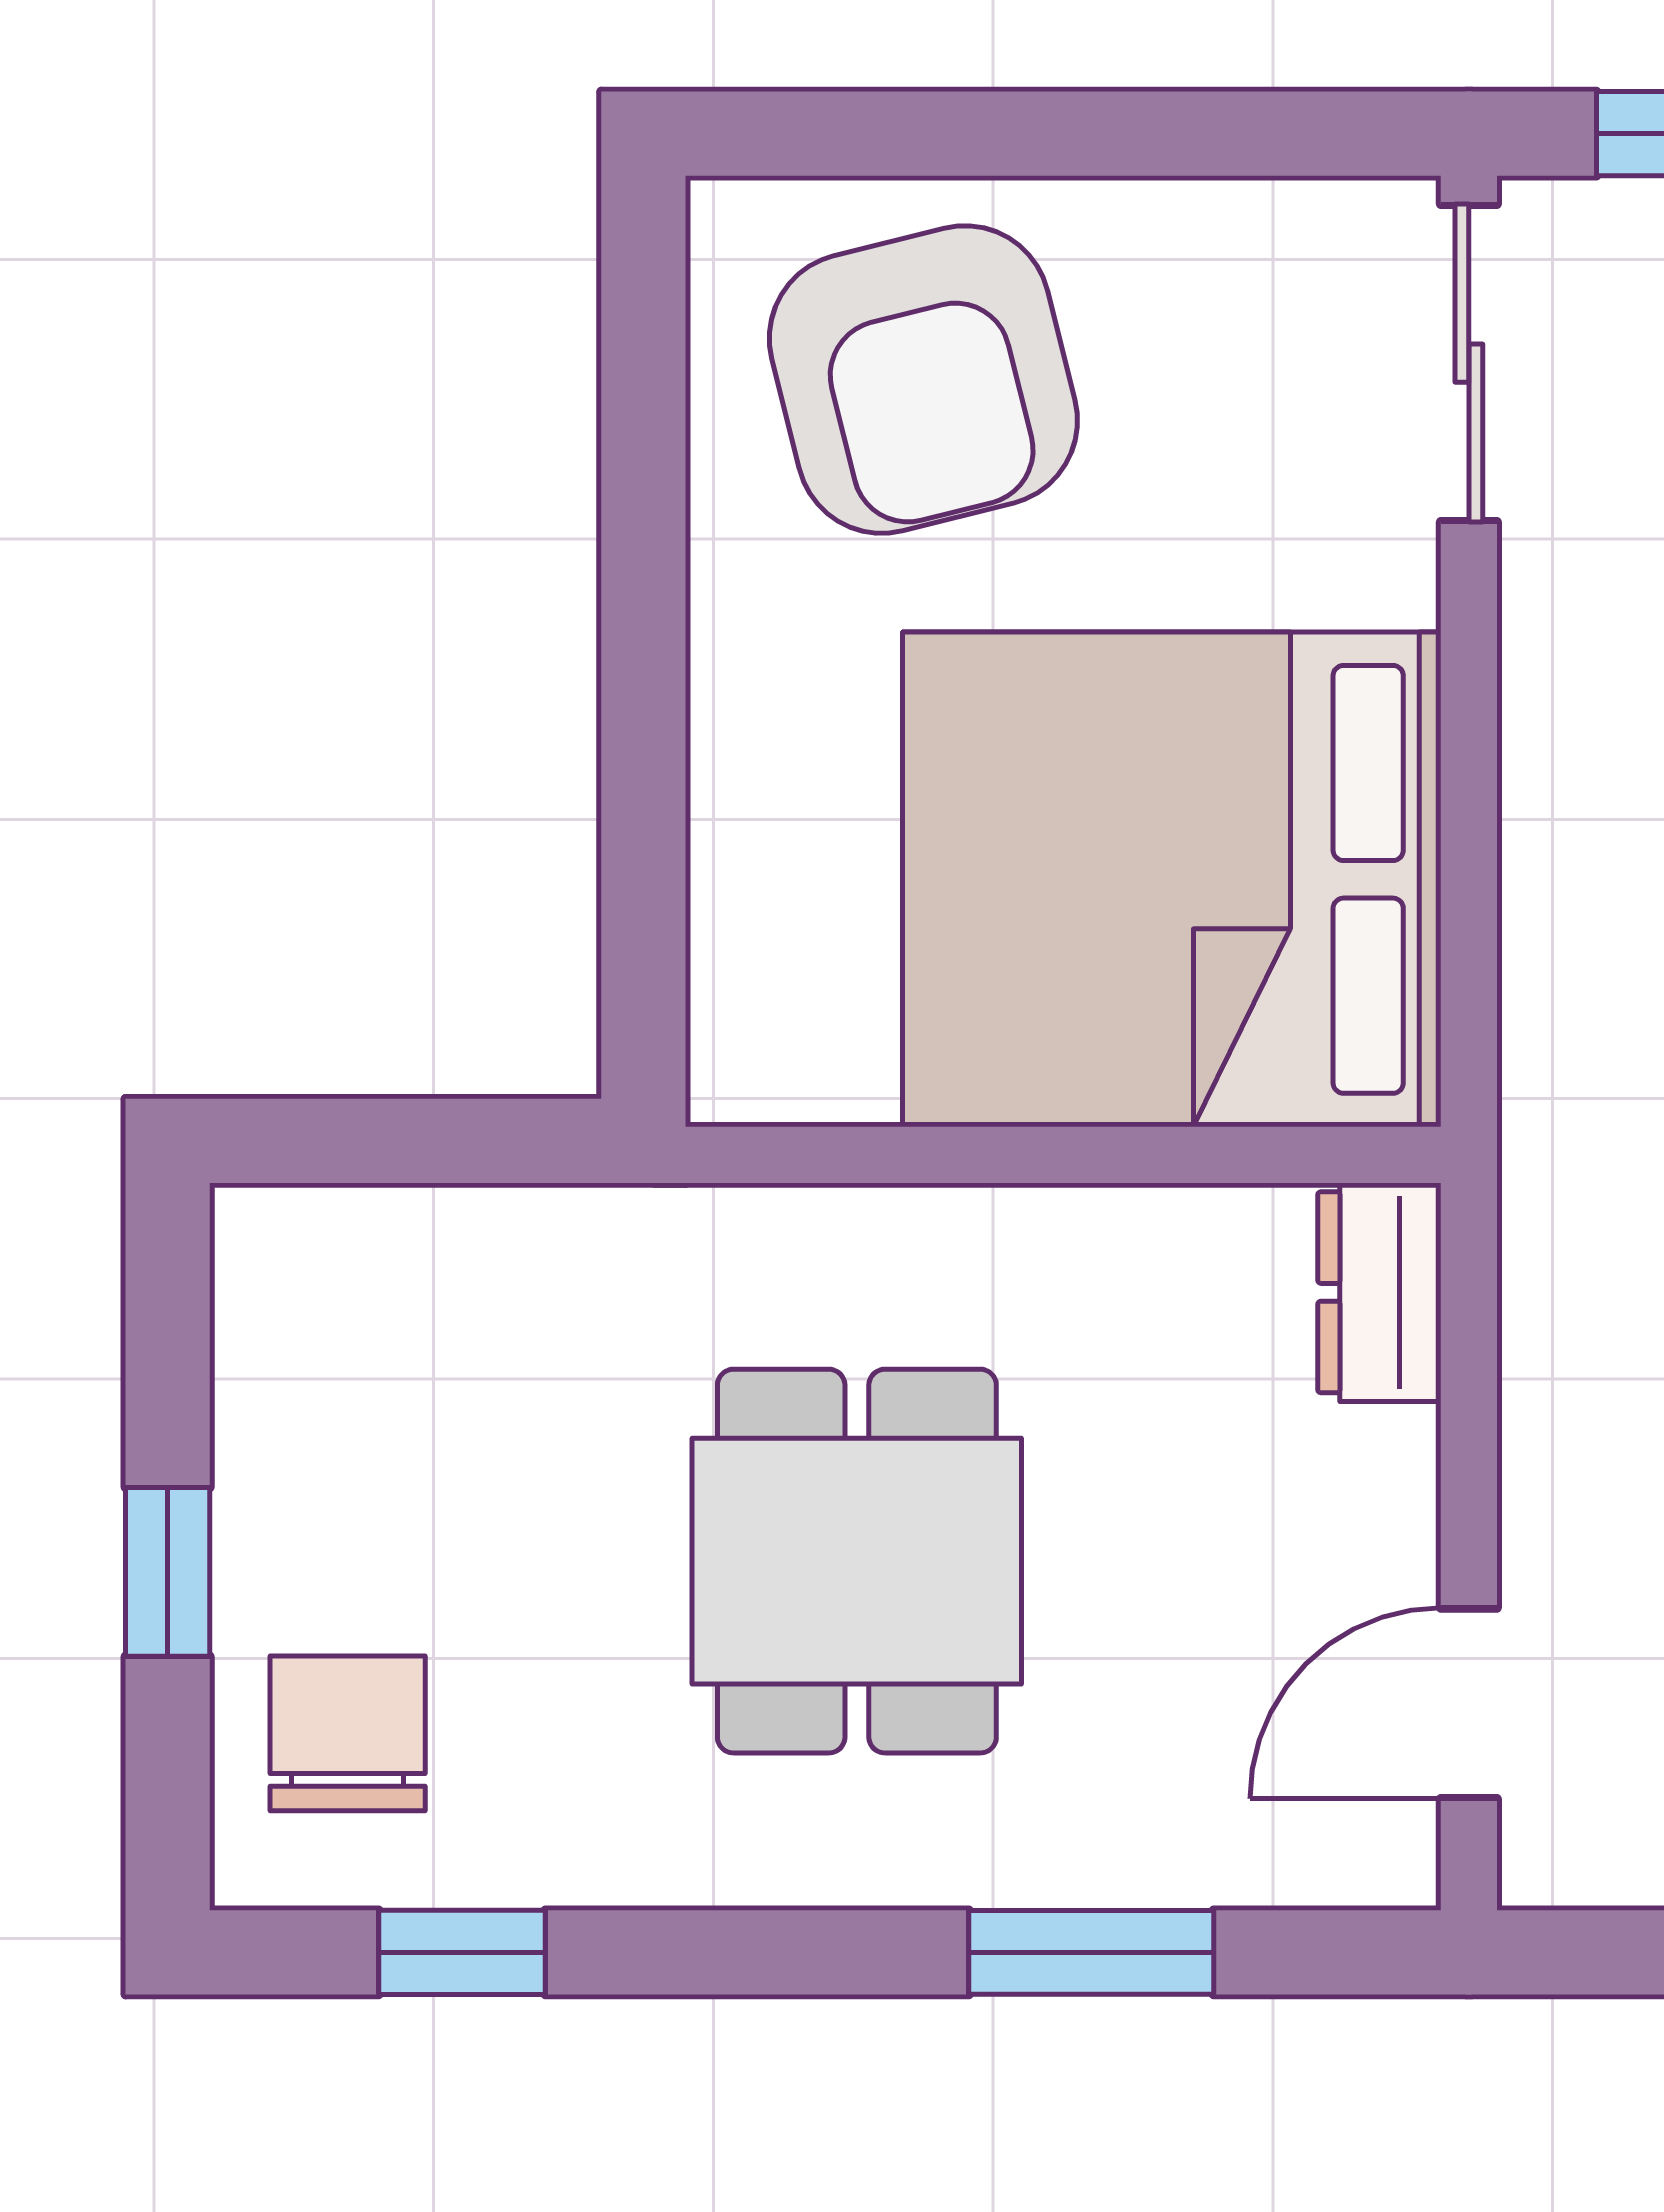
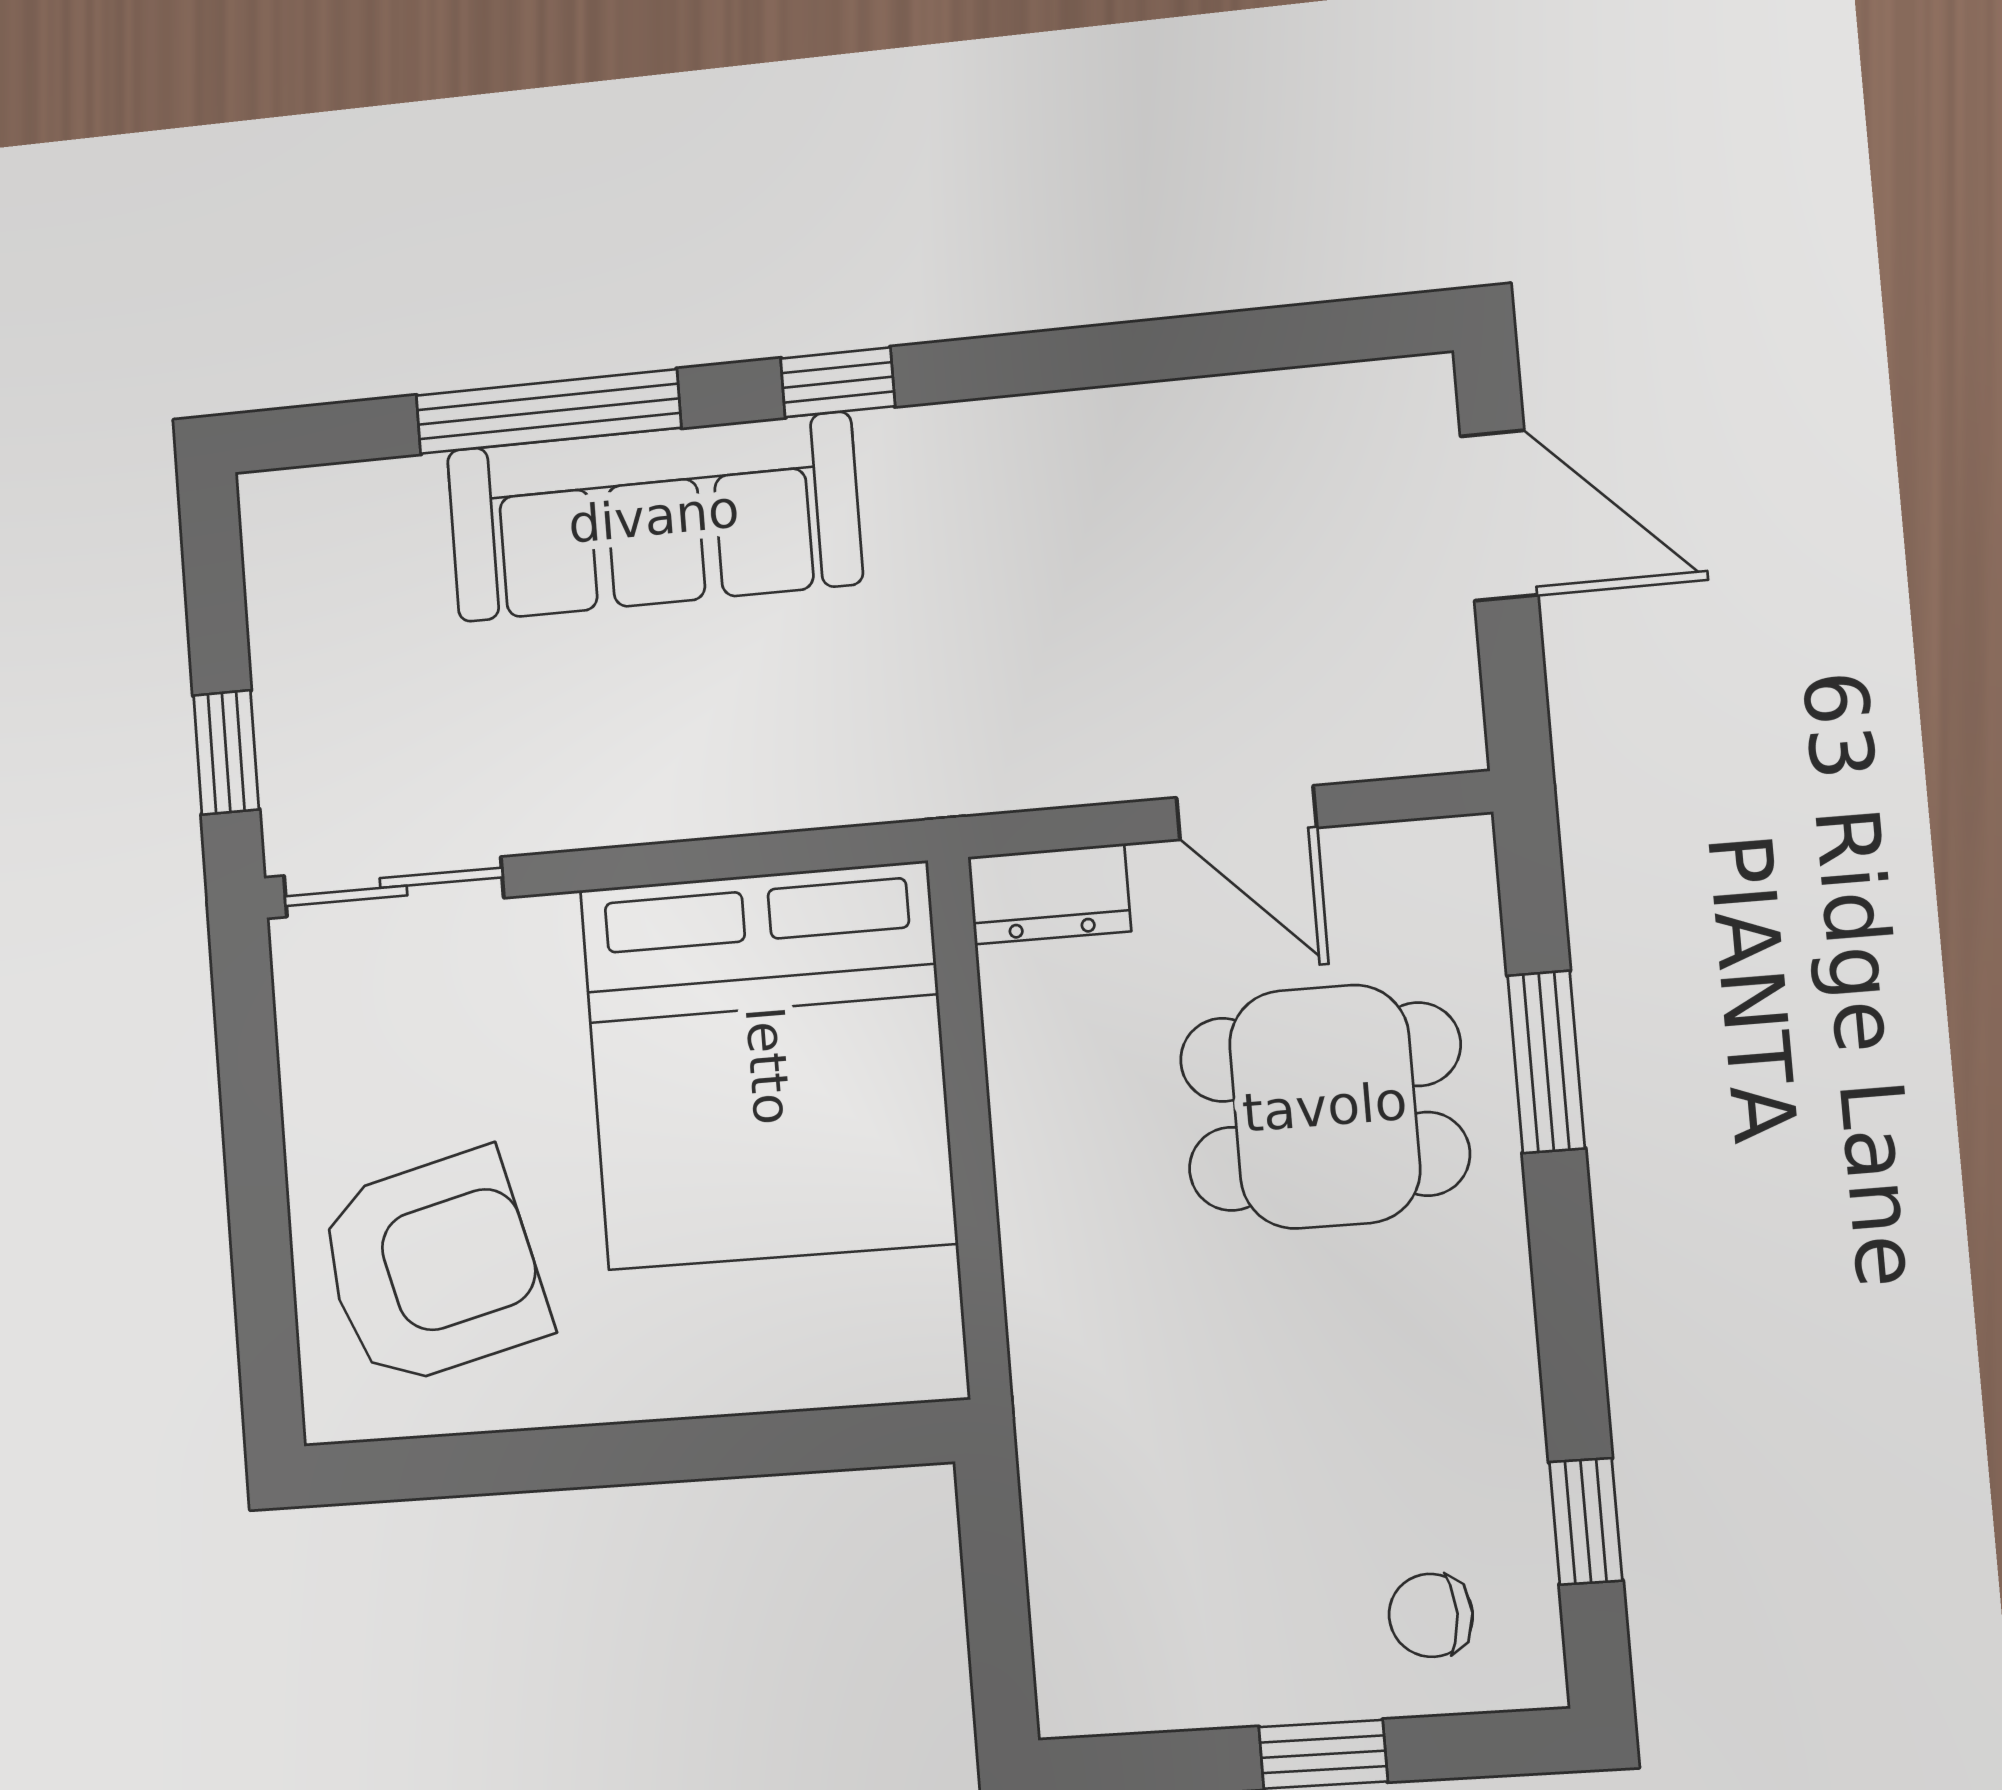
dining table: (857, 1561) -> (1325, 1107), moved
door: (1469, 1703) -> (1246, 813), moved
chair: (348, 1733) -> (1431, 1615), width x0.73, depth x0.73

